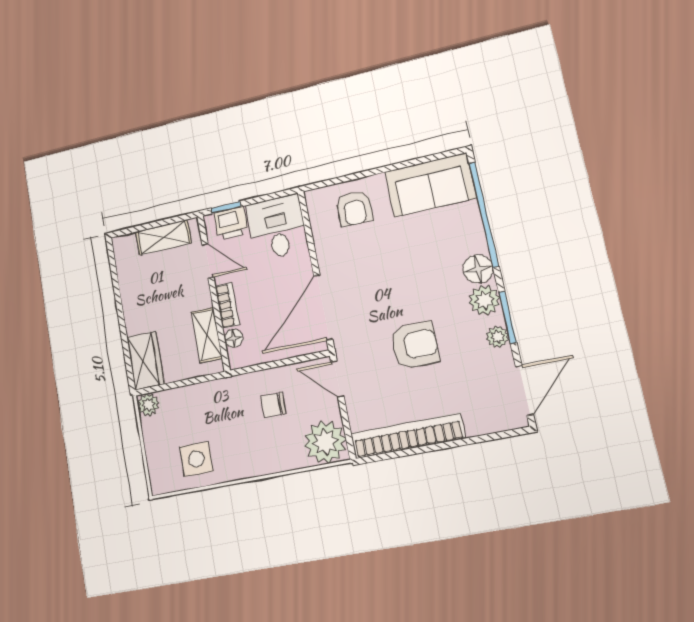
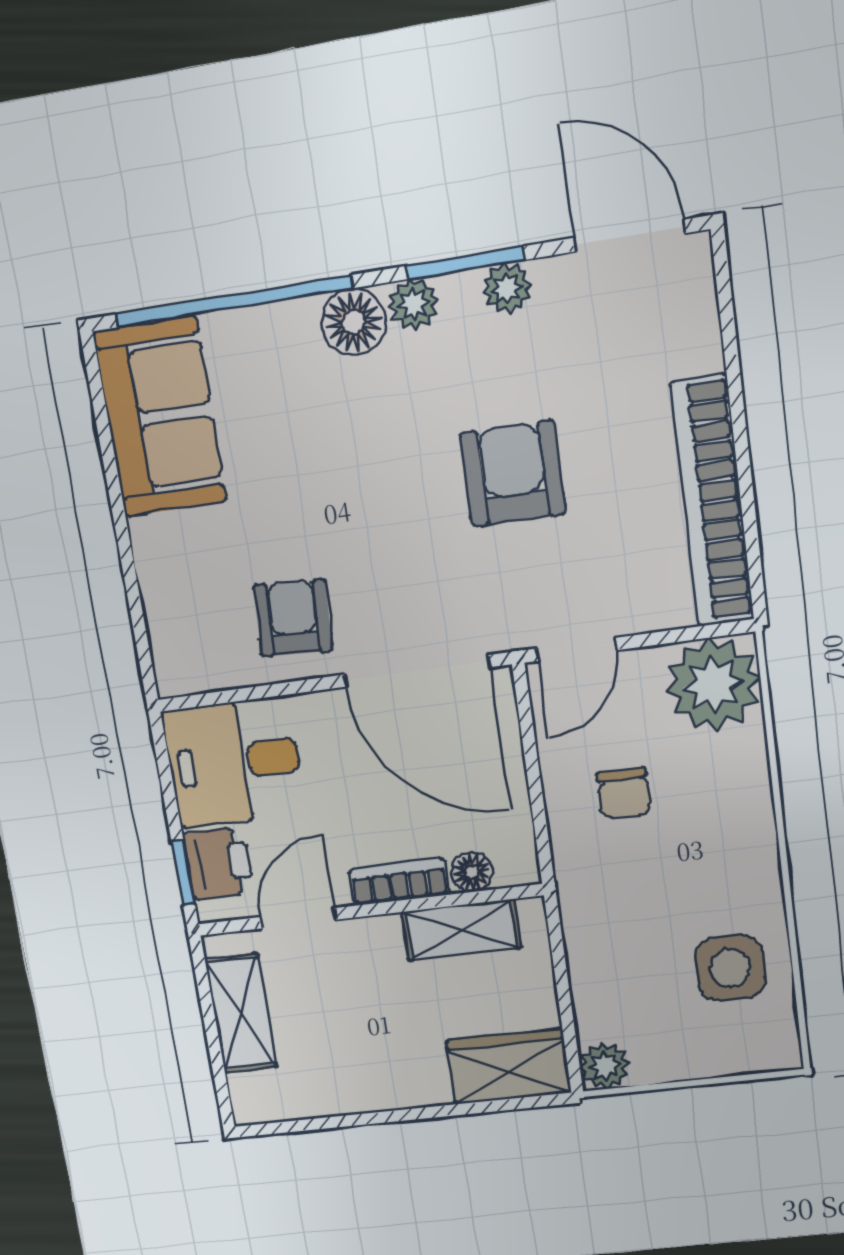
armchair: (354, 208) -> (293, 618), moved, turned -87
plant: (484, 300) -> (413, 304), width x0.73, depth x0.73

